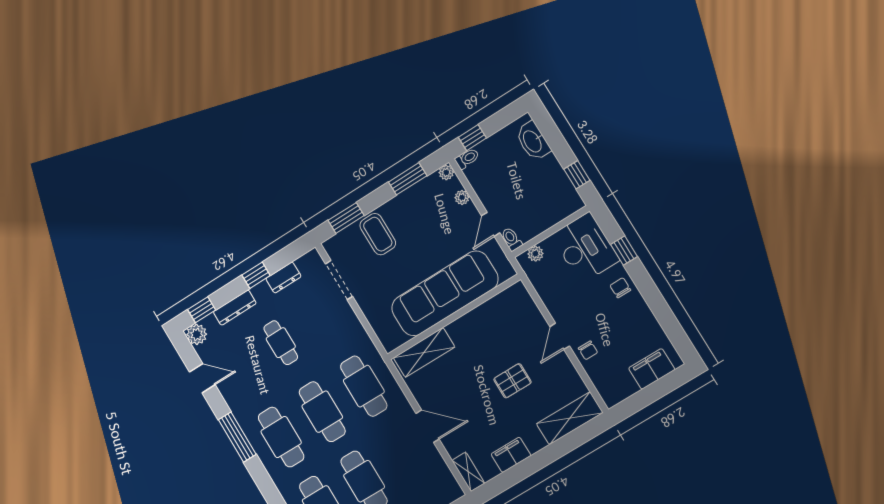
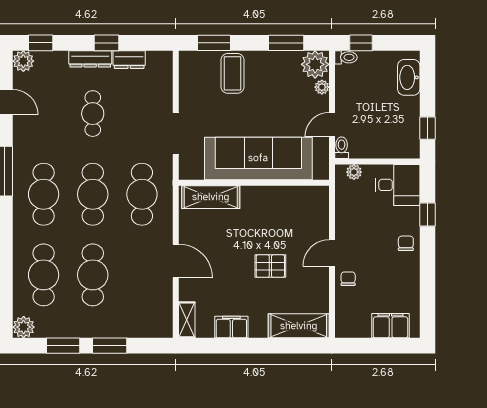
plant: (446, 172) -> (315, 64), width x1.88, depth x1.88
desk: (585, 248) -> (398, 185), width x0.73
doorway: (339, 280) -> (176, 134), moved
dresser: (235, 308) -> (90, 59), moved
chair: (588, 350) -> (348, 279), turned 180

